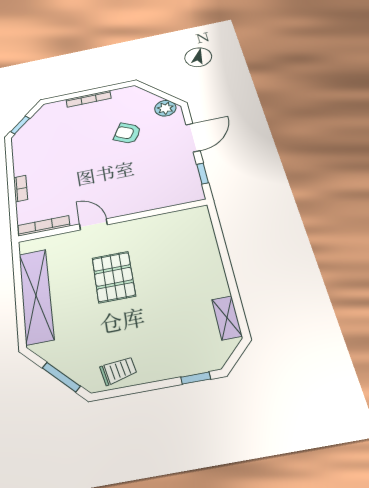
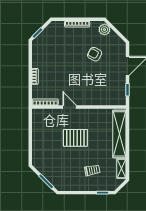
plant: (165, 108) -> (104, 30), moved
pallet: (114, 277) -> (75, 138), turned 90
shelving: (36, 296) -> (119, 134), moved
trolley: (118, 371) -> (92, 170), moved

